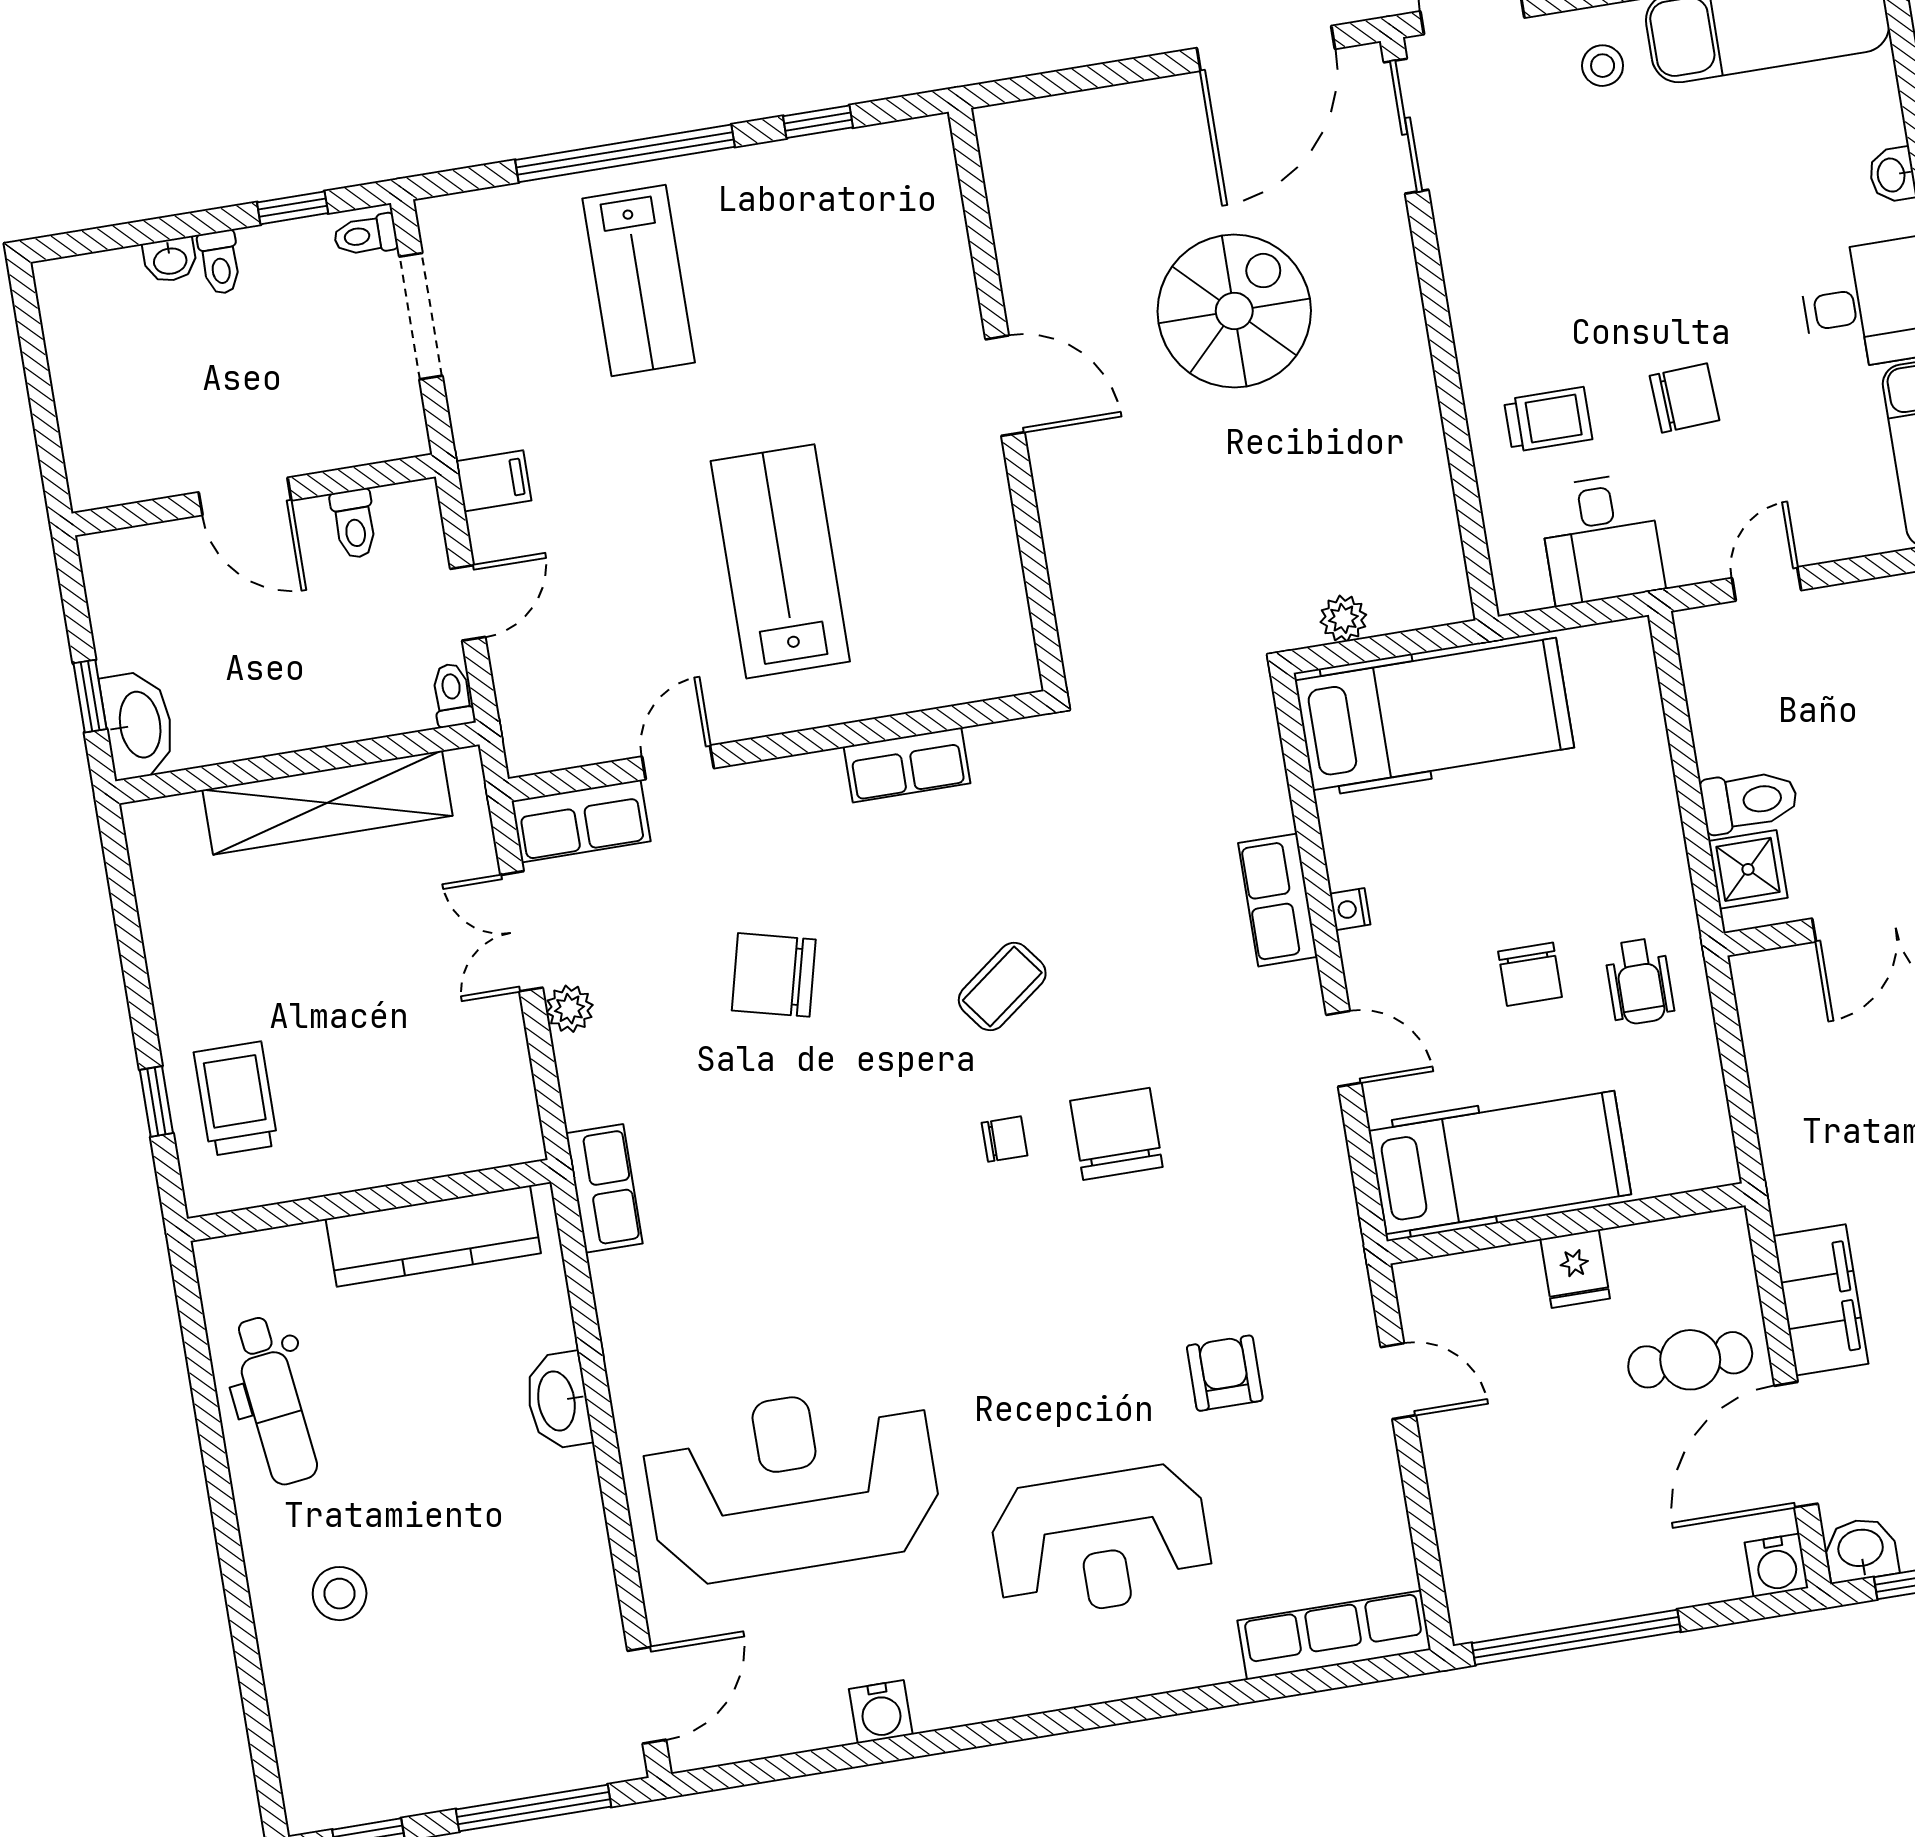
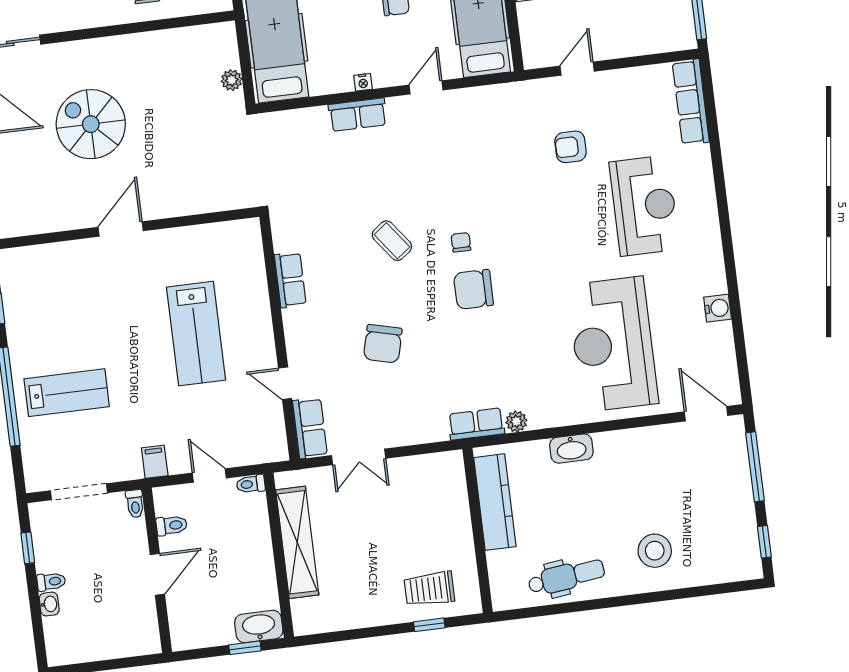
toilet: (365, 235) -> (135, 504), moved
lab bench: (780, 561) -> (196, 334), turned -90
plant: (570, 1009) -> (516, 421), moved
chair: (1116, 1134) -> (473, 289), moved
stool: (340, 1594) -> (655, 551), width x1.38, depth x1.38

